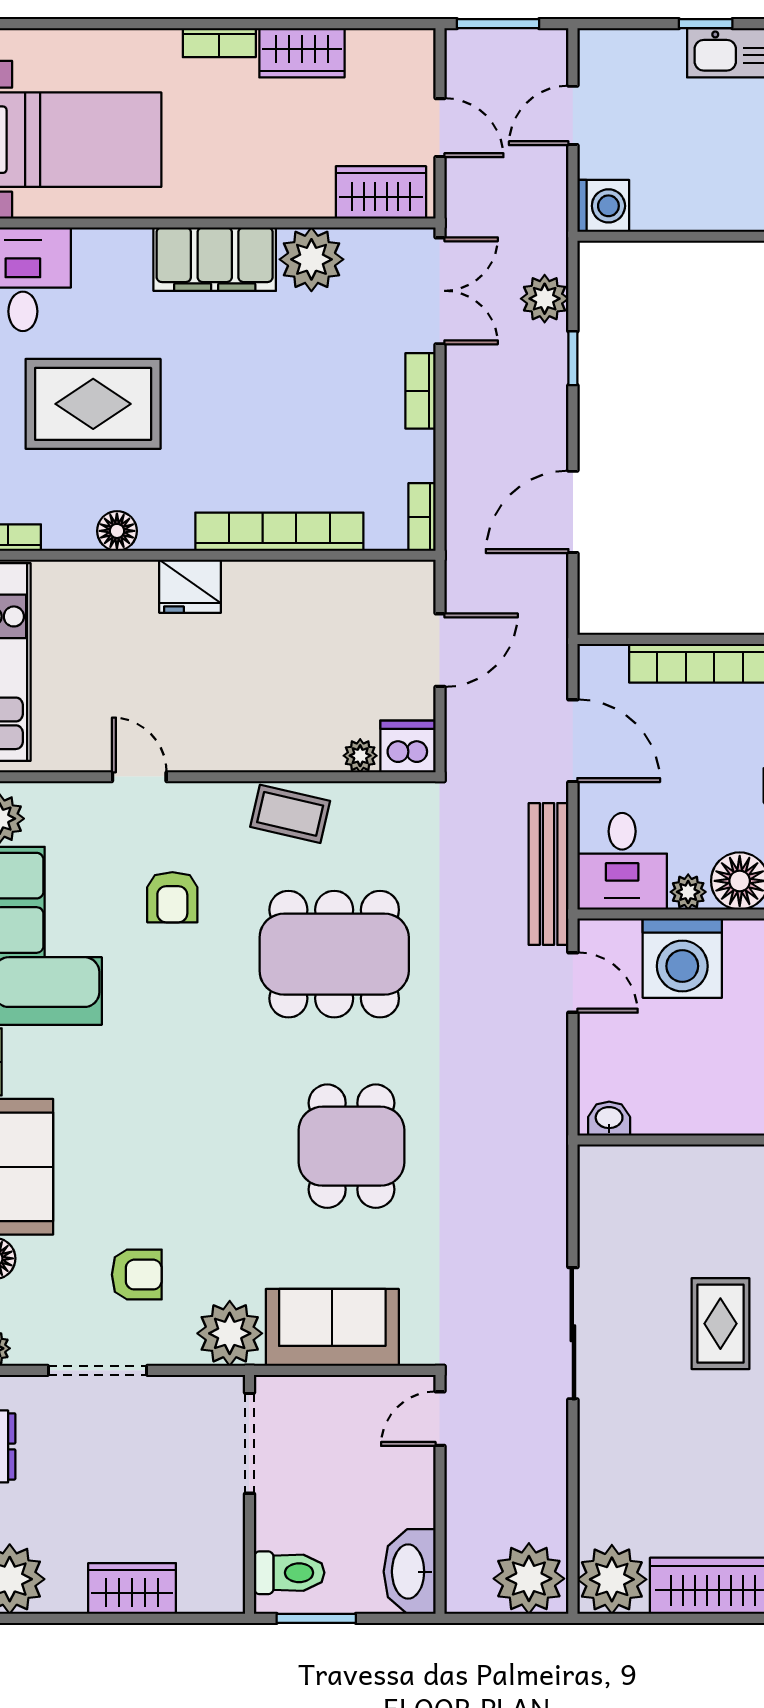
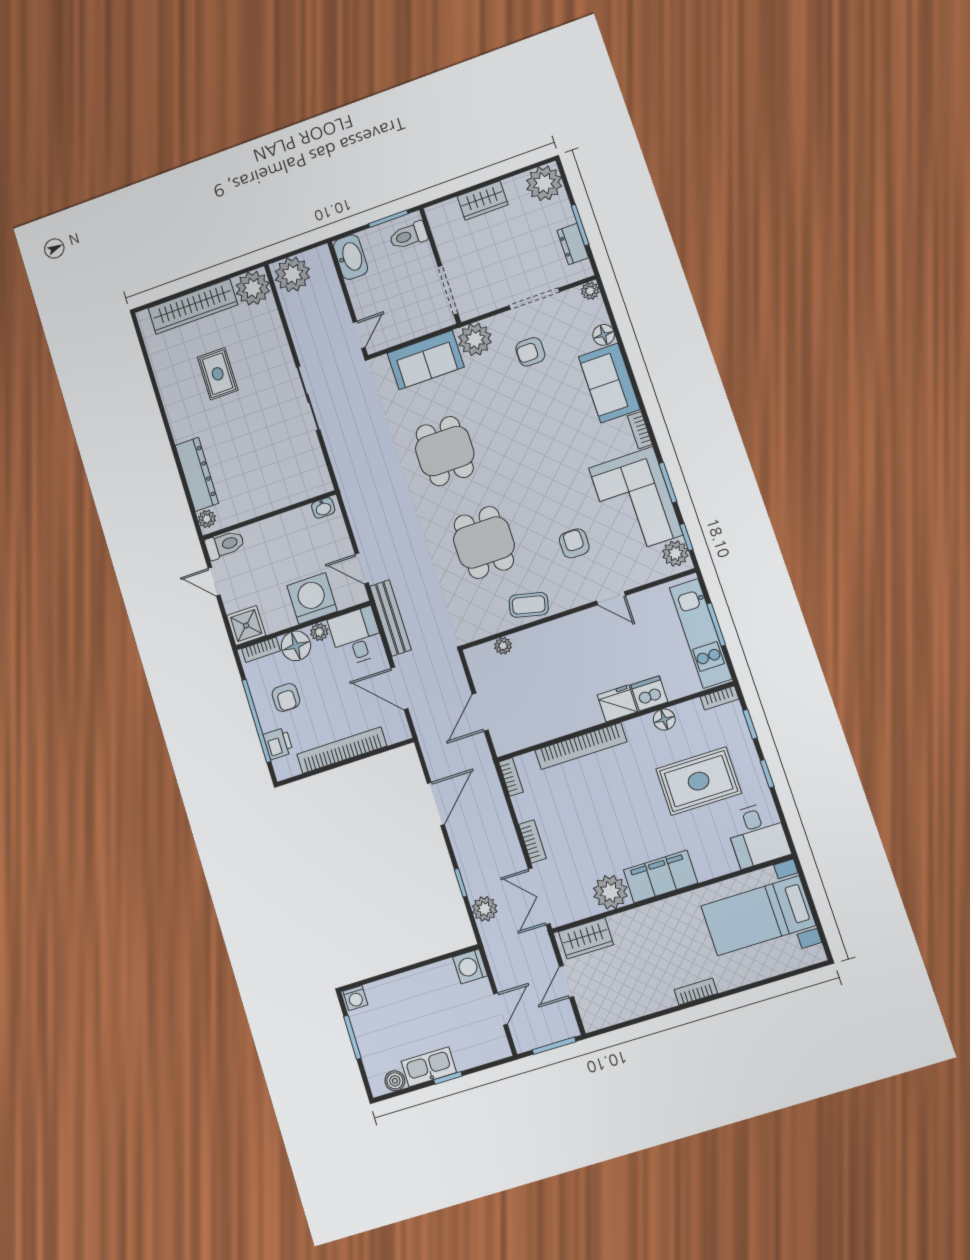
wardrobe: (302, 53) -> (651, 999), removed
door: (440, 128) -> (566, 982), hinge flipped
dishwasher: (408, 746) -> (649, 693), moved, turned 180
dining table: (334, 954) -> (484, 543), width x0.73
rug: (720, 1324) -> (218, 374), moved

